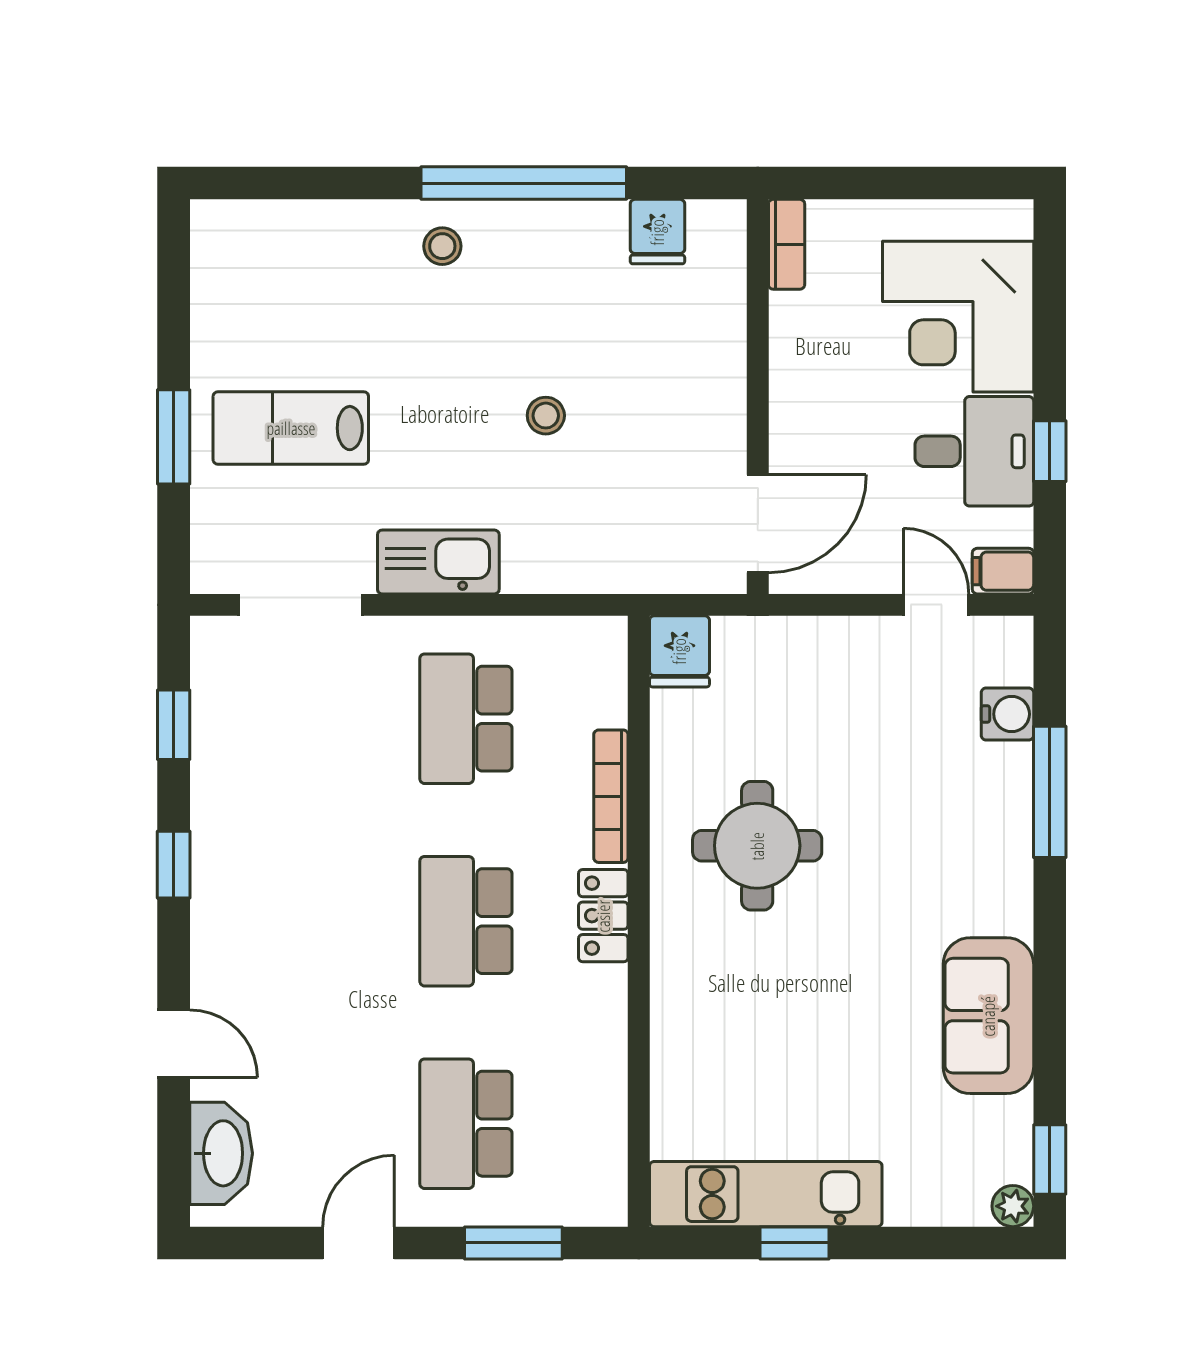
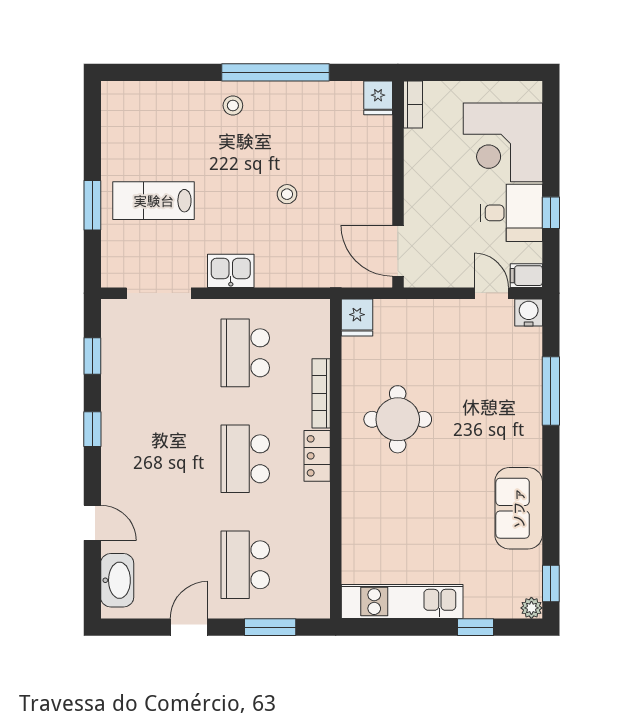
fridge: (657, 232) -> (378, 98), moved
door: (758, 524) -> (398, 251), swing flipped
kitchen sink: (438, 562) -> (231, 271), width x0.73
water cooler: (1007, 714) -> (529, 313), moved, turned -90
window: (795, 1243) -> (475, 627), moved

